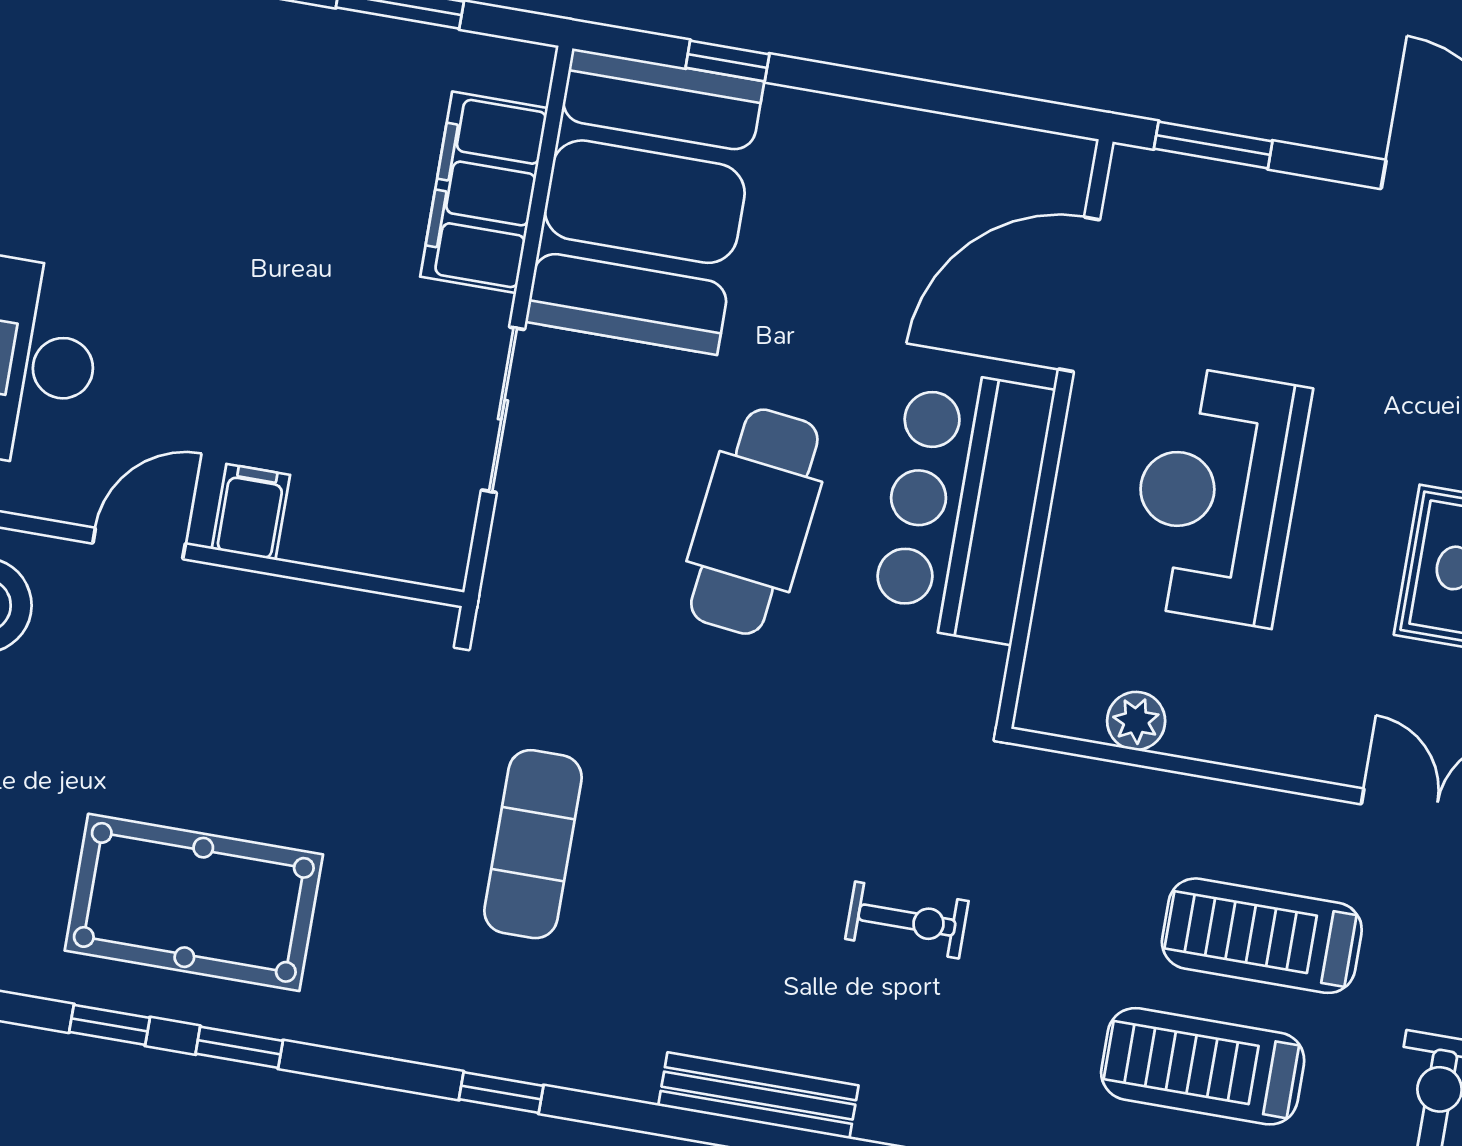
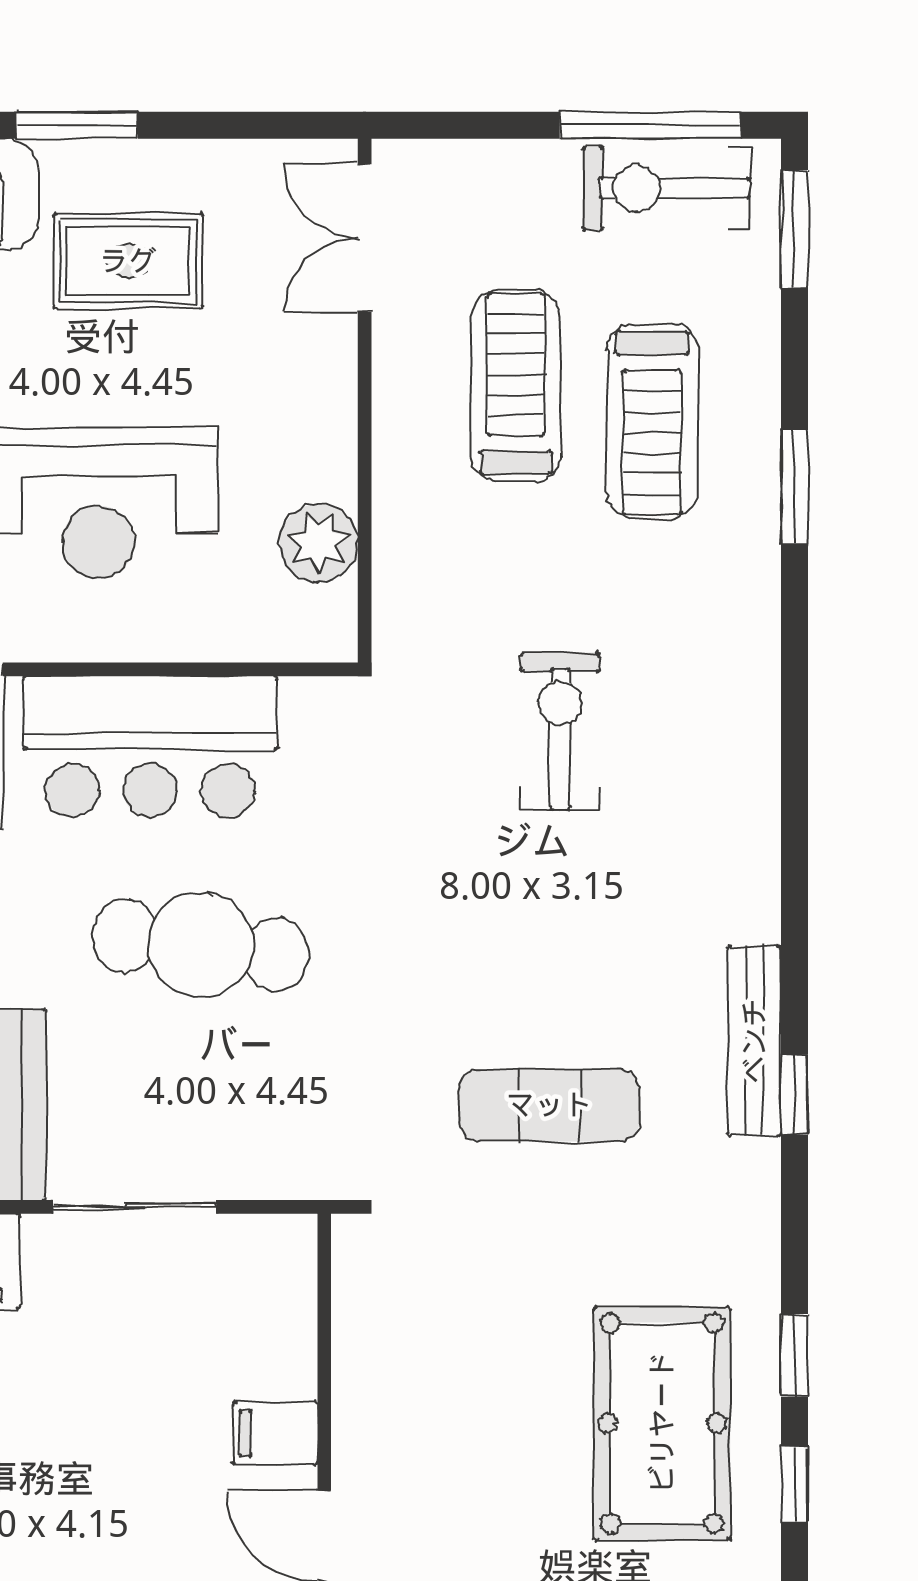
plant: (1136, 721) -> (319, 543), width x1.38, depth x1.38
exercise bike: (907, 920) -> (560, 731), width x1.38, depth x1.39
treadmill: (1262, 936) -> (516, 386), turned 180
bench: (758, 1096) -> (754, 1041), moved

